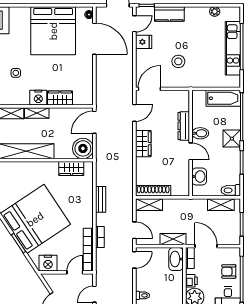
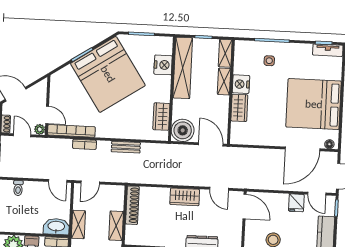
shelving: (149, 205) -> (116, 226), moved
nightstand: (48, 263) -> (163, 65), moved, turned 180
plant: (88, 278) -> (40, 129), added

